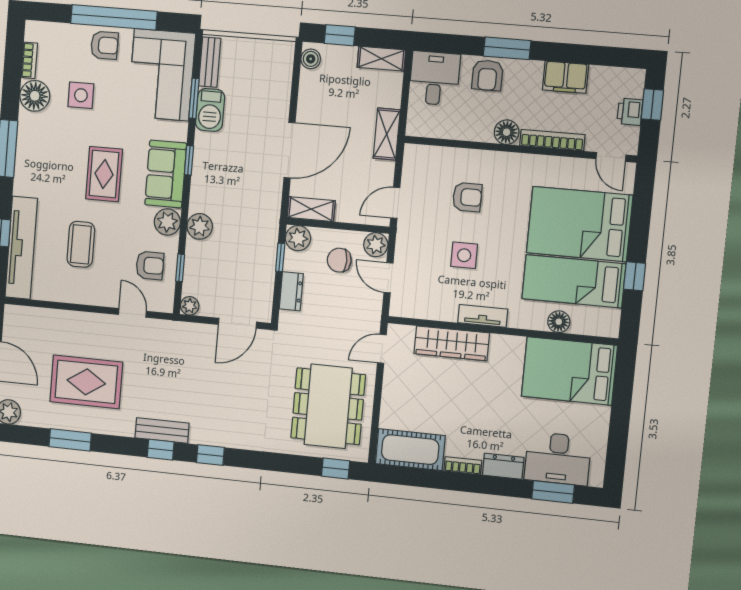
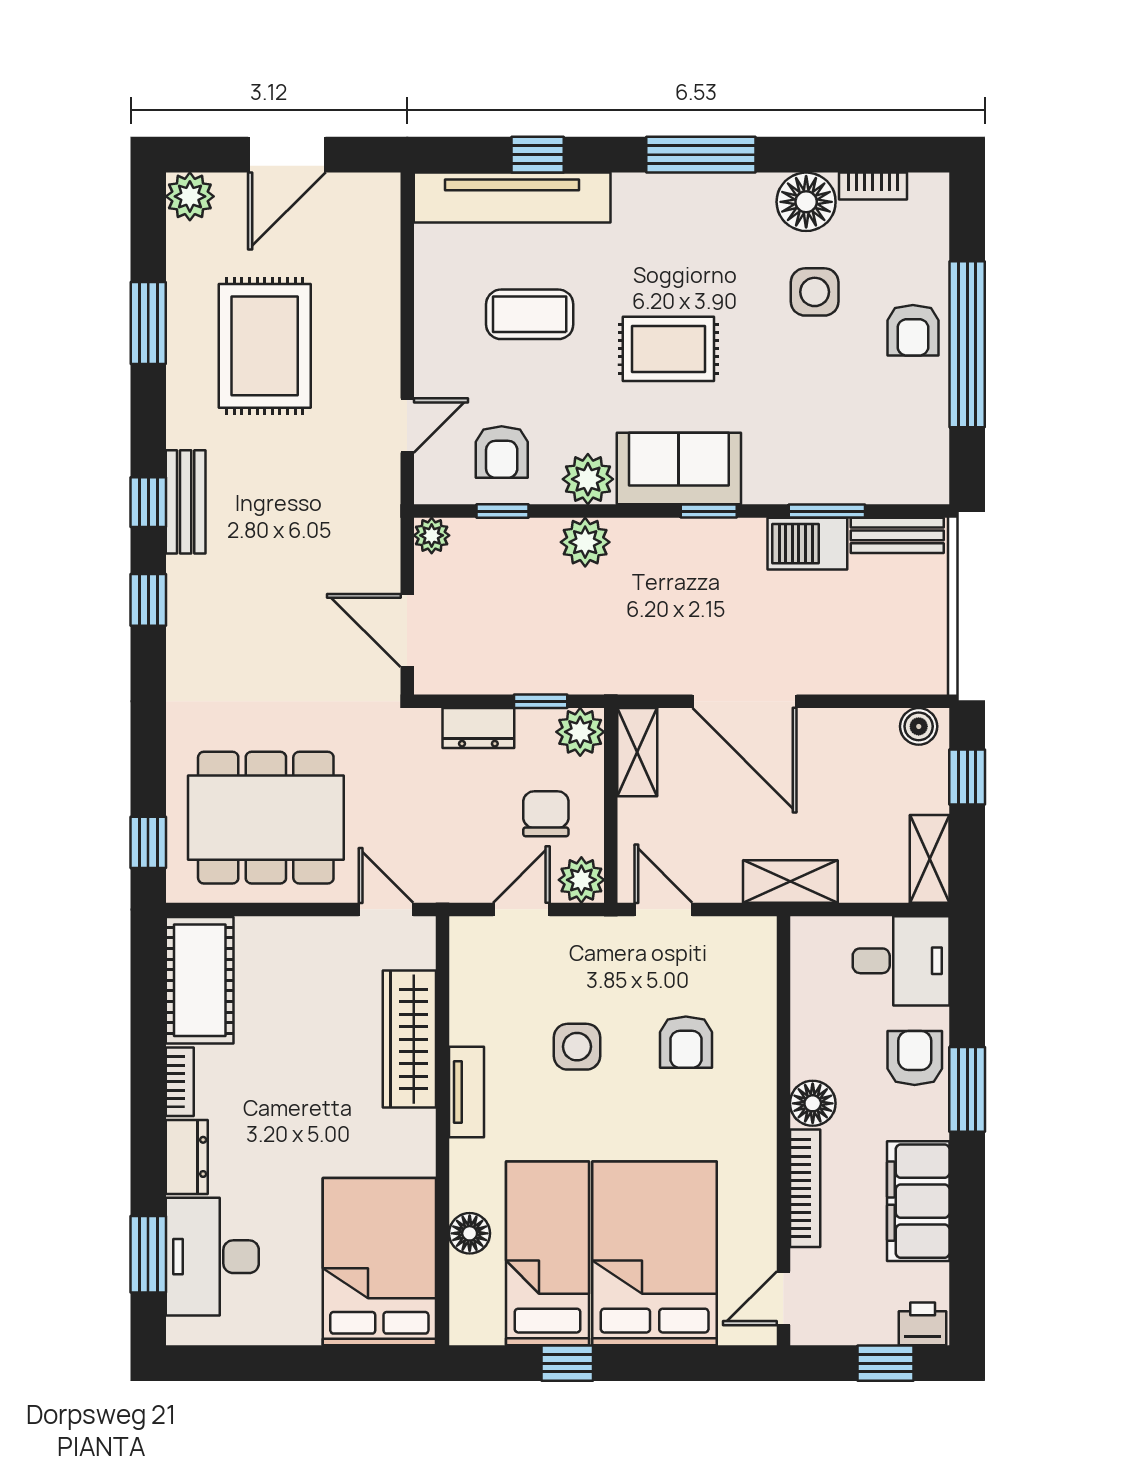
corner sofa: (162, 75) -> (866, 445), removed
armchair: (487, 75) -> (915, 1058), turned 90
filing cabinet: (566, 77) -> (918, 1201), width x1.50, depth x1.17
printer: (630, 112) -> (923, 1324), moved

